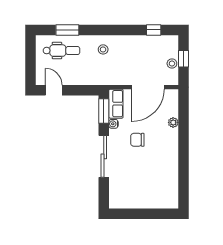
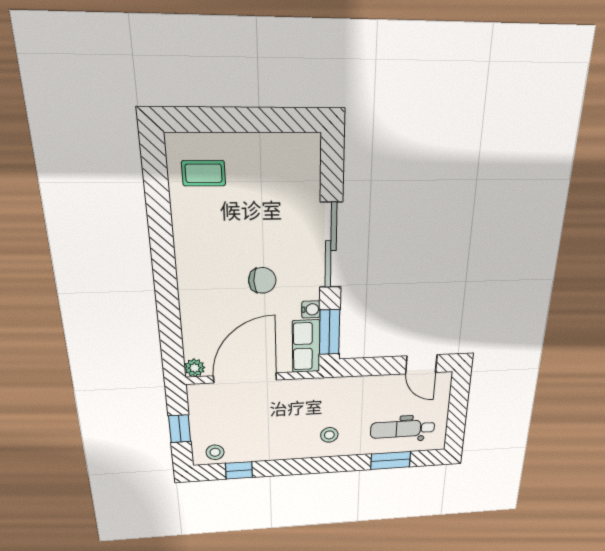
stool: (172, 64) -> (215, 452), moved
plant: (173, 122) -> (195, 368), moved
coffee table: (162, 191) -> (204, 173), added

